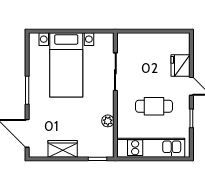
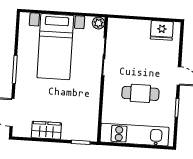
fridge: (180, 65) -> (162, 30), moved, turned -90
plant: (108, 121) -> (98, 23), moved

